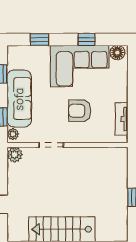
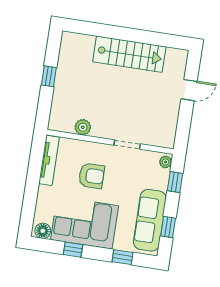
sofa: (19, 99) -> (150, 220), moved
tv unit: (122, 119) -> (49, 160), width x1.41
plant: (15, 155) -> (83, 127), moved

